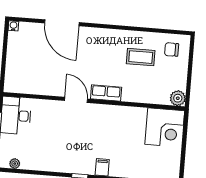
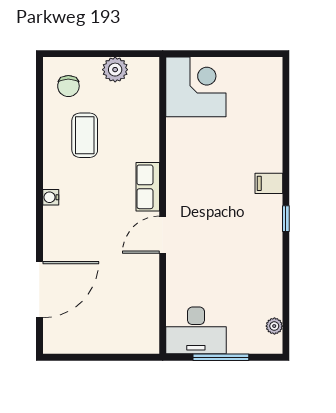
door: (62, 23) -> (39, 290), moved
water cooler: (13, 26) -> (51, 197), moved
plant: (178, 98) -> (115, 70), moved

